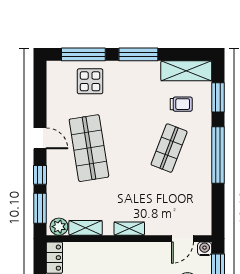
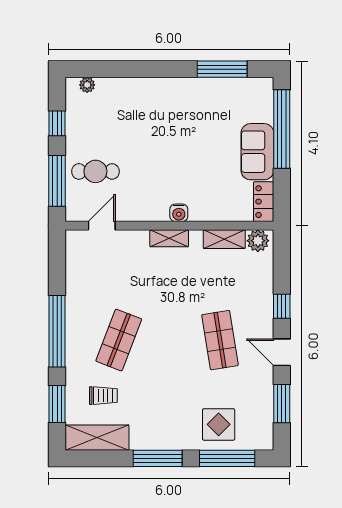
trolley: (181, 104) -> (103, 396), turned 180
shop shelf: (89, 148) -> (220, 340), width x0.70, depth x0.74
window: (40, 208) -> (282, 404), moved
water cooler: (205, 249) -> (179, 213), moved

